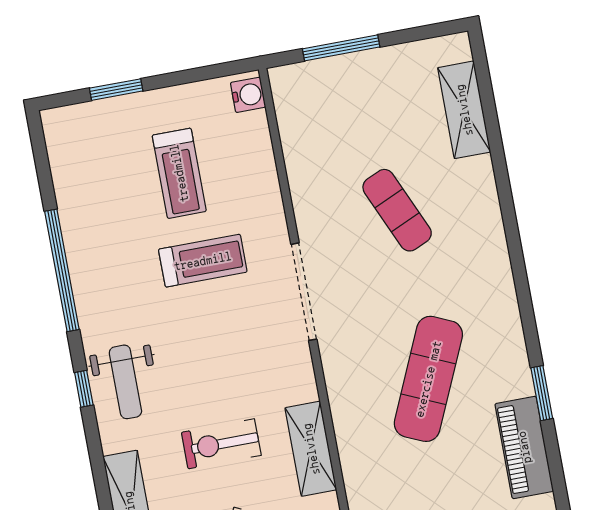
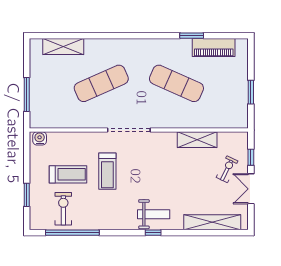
exercise mat: (397, 210) -> (101, 83), width x1.36, depth x1.45
treadmill: (203, 261) -> (107, 171), turned 180
window: (62, 270) -> (72, 233), moved
exercise bike: (221, 444) -> (63, 209), moved, turned 180

